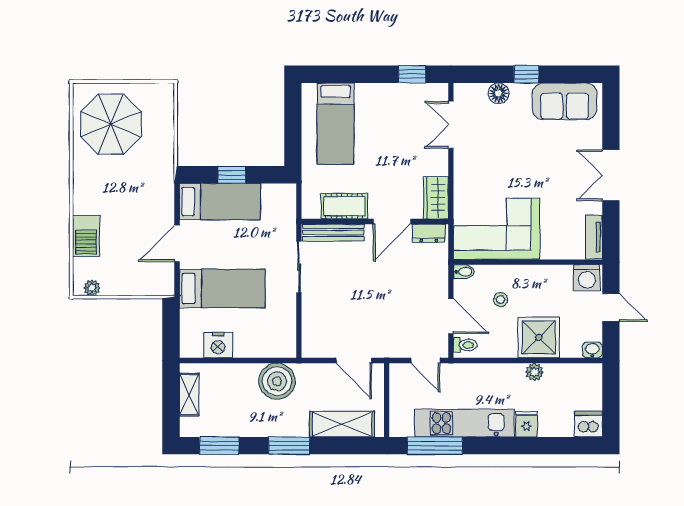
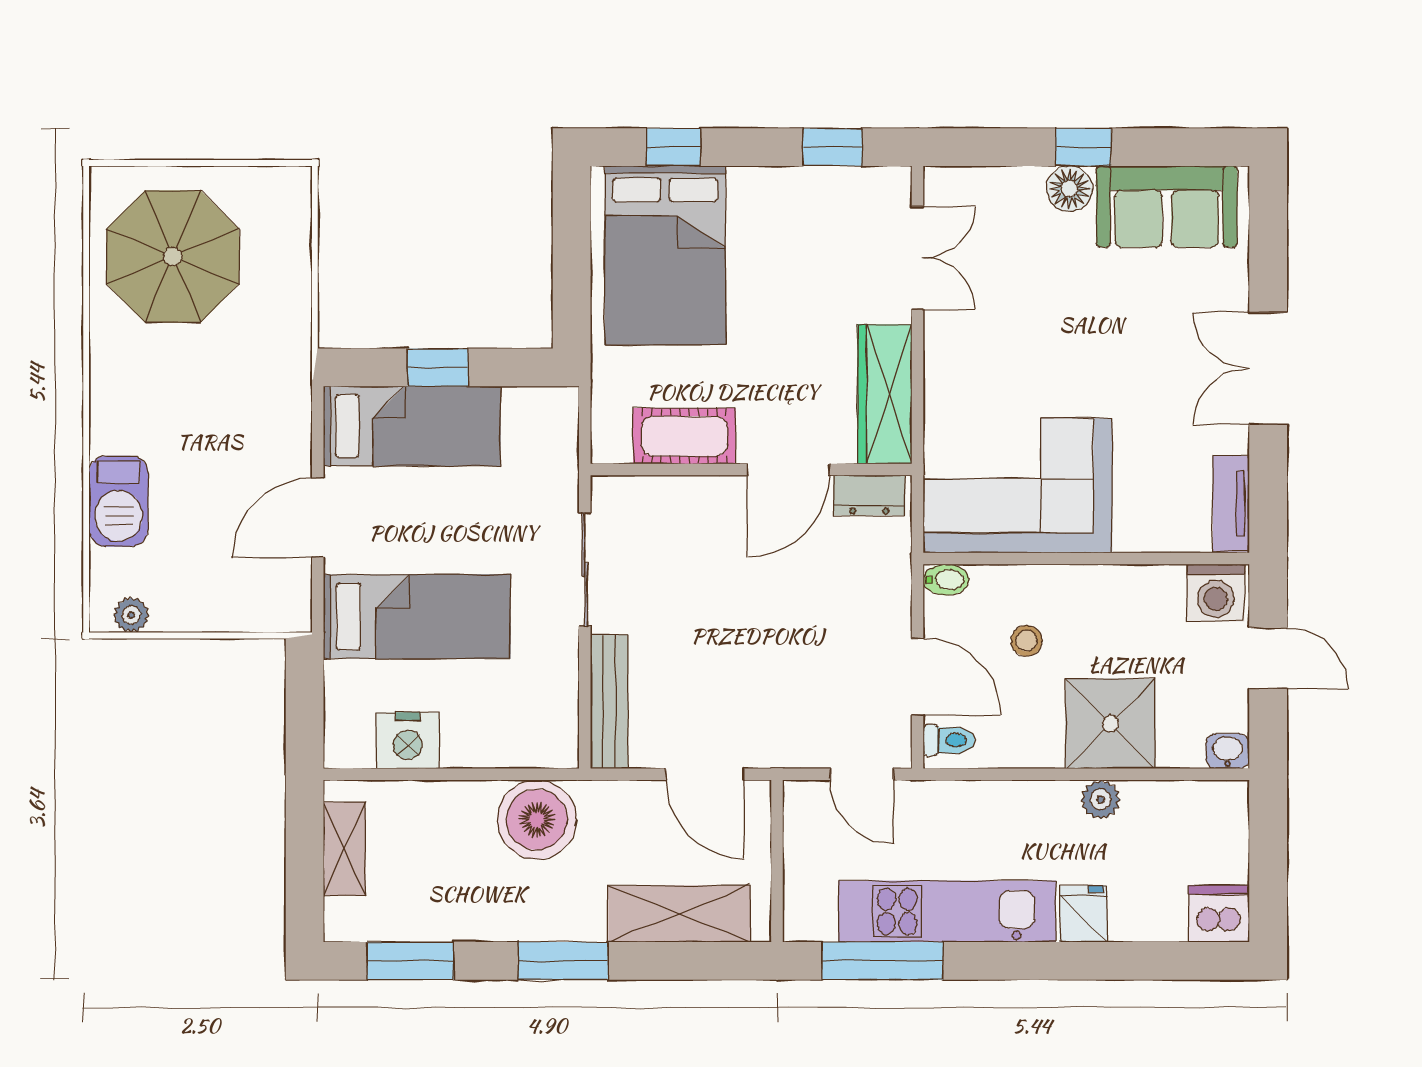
window: (339, 74) -> (673, 147), added
floor lamp: (499, 93) -> (1070, 189), moved
bed: (336, 124) -> (665, 255), width x1.50
double door: (451, 125) -> (918, 258), swing flipped
wardrobe: (436, 198) -> (885, 394), width x1.50
bench: (333, 233) -> (609, 701), moved, turned 90

